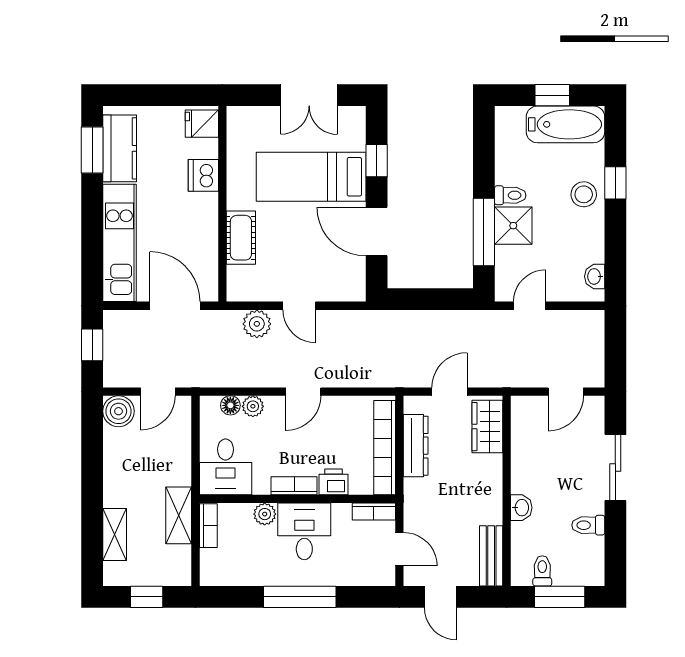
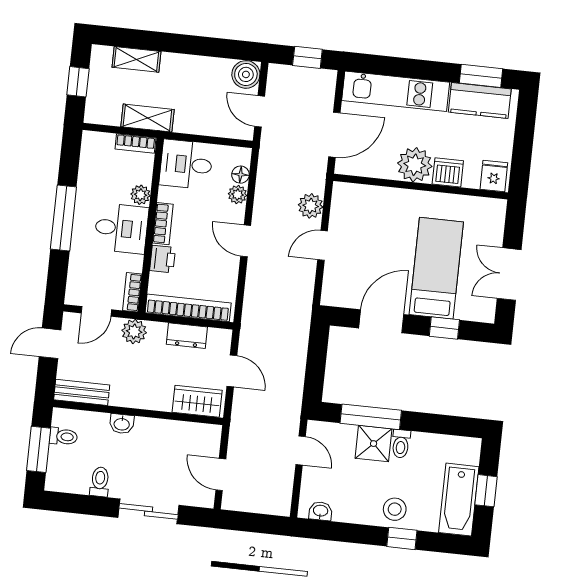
plant: (199, 213) -> (415, 165), added
cot: (241, 238) -> (389, 200), removed
dresser: (416, 446) -> (187, 336), width x0.70
plant: (417, 505) -> (134, 332), added

